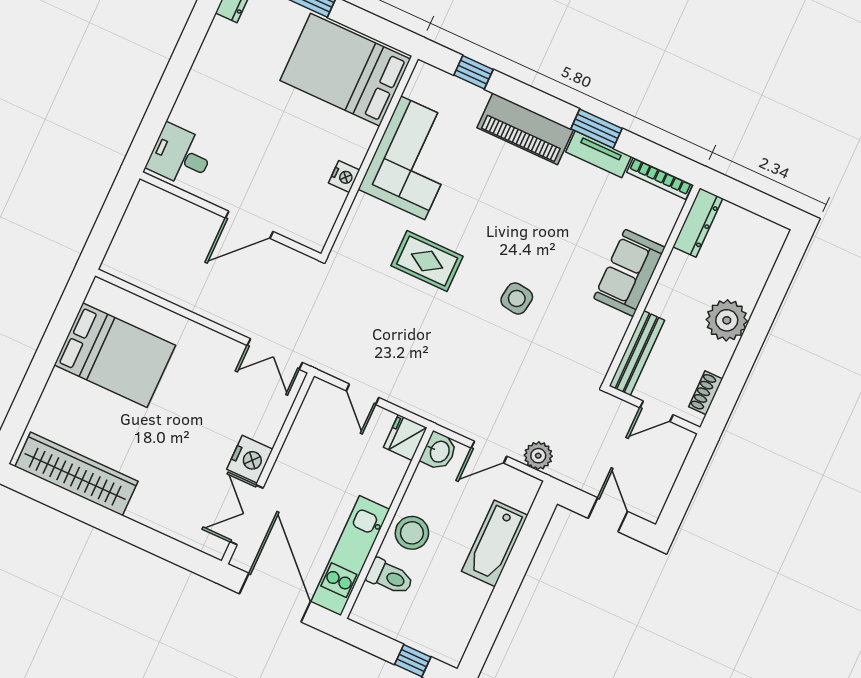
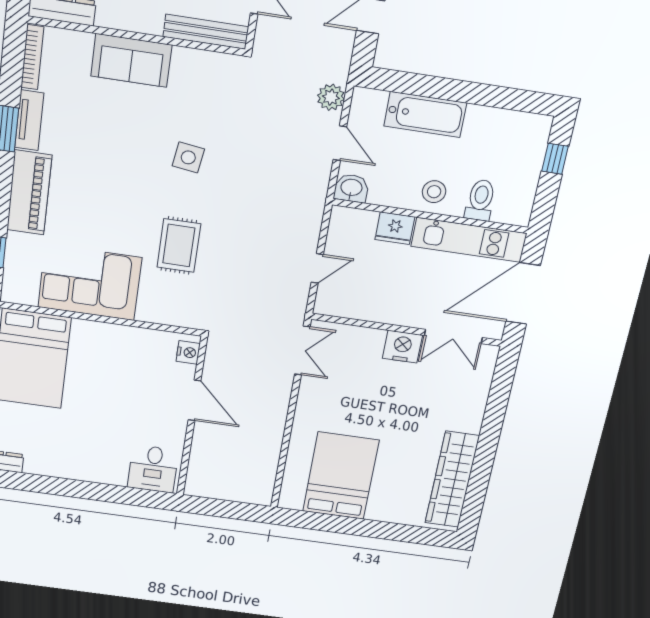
nightstand: (344, 177) -> (188, 352), moved, turned 90
fridge: (405, 437) -> (395, 228), moved
stool: (412, 533) -> (434, 192), width x0.73, depth x0.73

